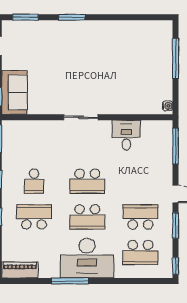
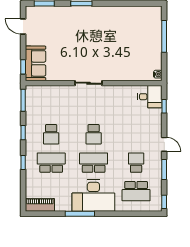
desk: (126, 135) -> (150, 97), moved, turned 90
window: (176, 146) -> (164, 106), width x0.46
school desk: (87, 181) -> (94, 134), width x0.54
school desk: (87, 217) -> (94, 163), turned 180
school desk: (140, 217) -> (136, 163), width x0.54

